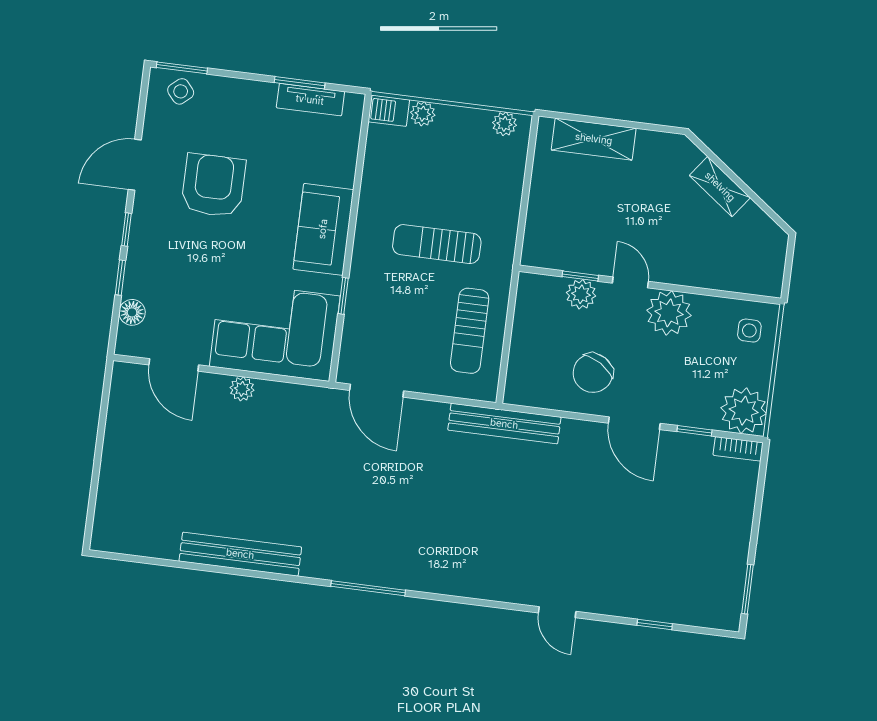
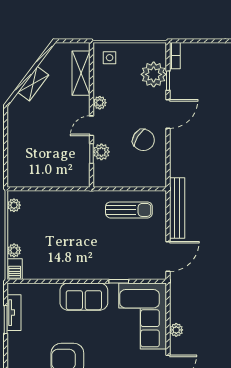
shelving: (594, 139) -> (81, 73), moved
sun lounger: (437, 244) -> (84, 234), removed
plant: (669, 313) -> (100, 103), width x0.53, depth x0.53
plant: (744, 411) -> (154, 74), moved
bench: (504, 424) -> (177, 208), moved

